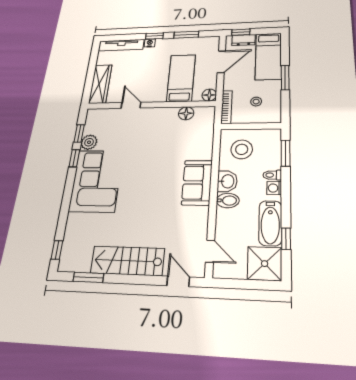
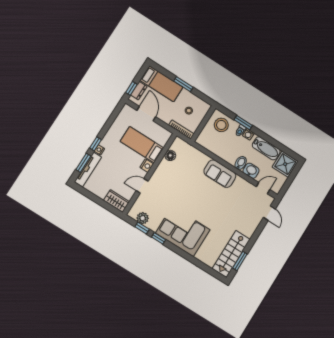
window: (186, 35) -> (83, 163), moved
wardrobe: (100, 84) -> (116, 201), width x0.67
floor lamp: (209, 95) -> (166, 135), removed
nightstand: (159, 96) -> (147, 166), added
plant: (89, 142) -> (143, 218), moved
stool: (242, 149) -> (221, 125), moved
window: (286, 153) -> (243, 123), moved
washbasin: (227, 181) -> (251, 171), moved
window: (286, 239) -> (279, 146), removed
window: (57, 250) -> (213, 273), removed
stairs: (127, 261) -> (231, 254), moved
door: (178, 281) -> (269, 213), swing flipped

